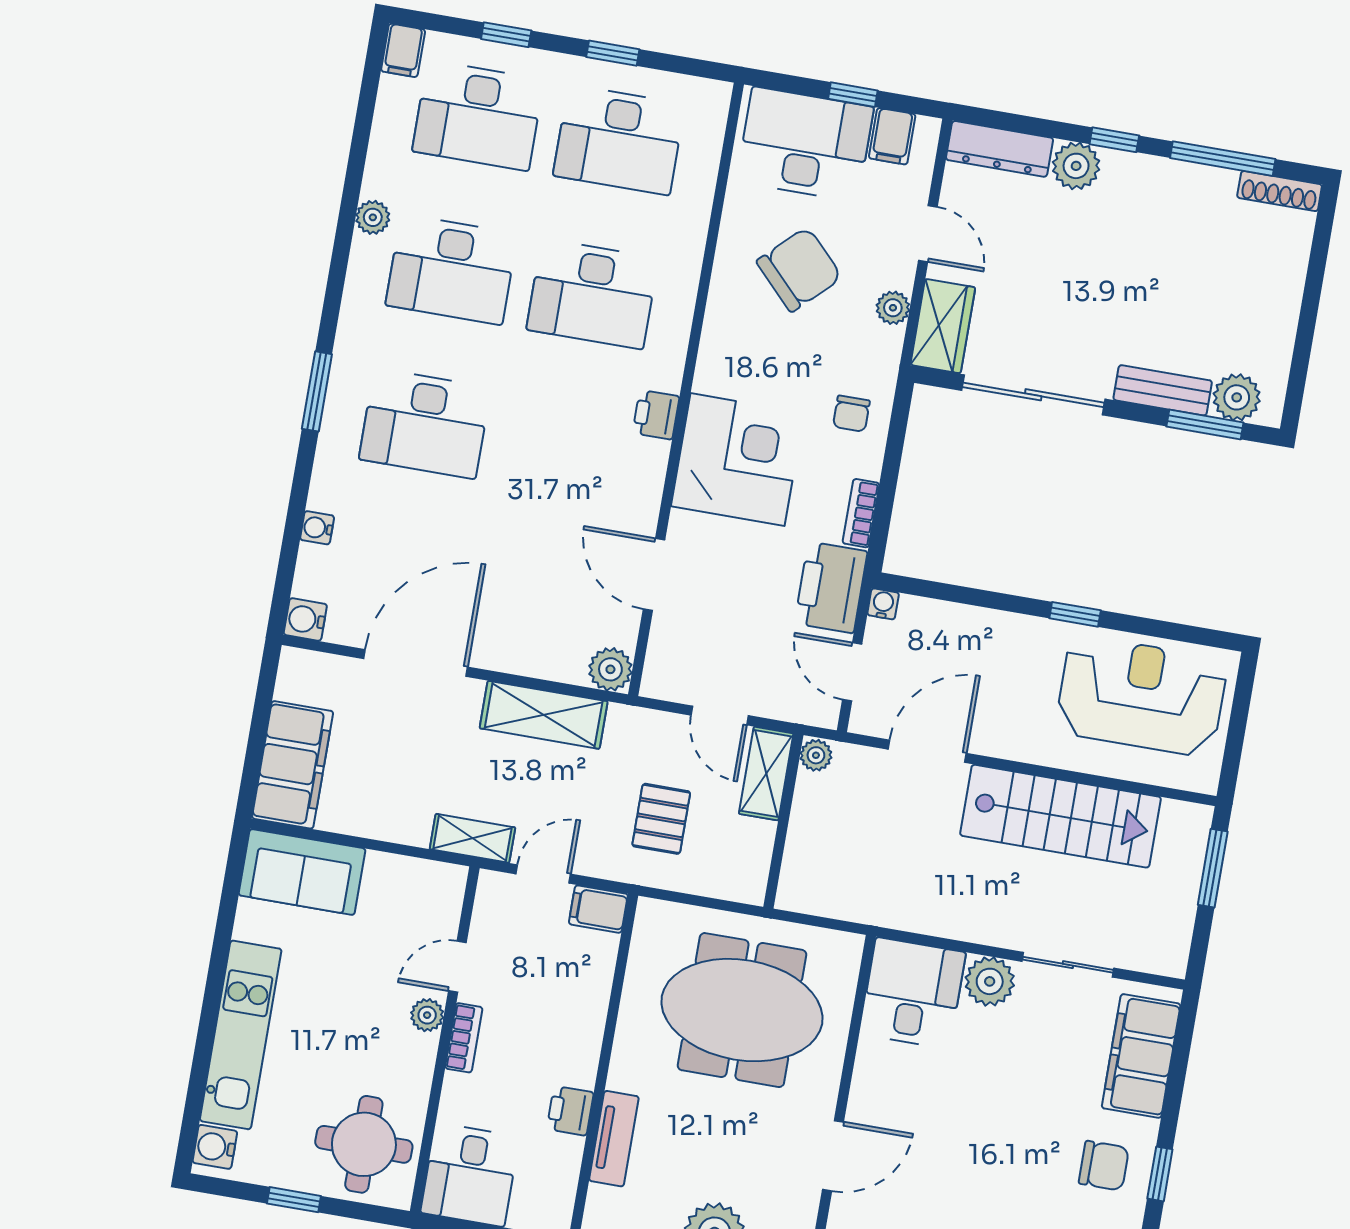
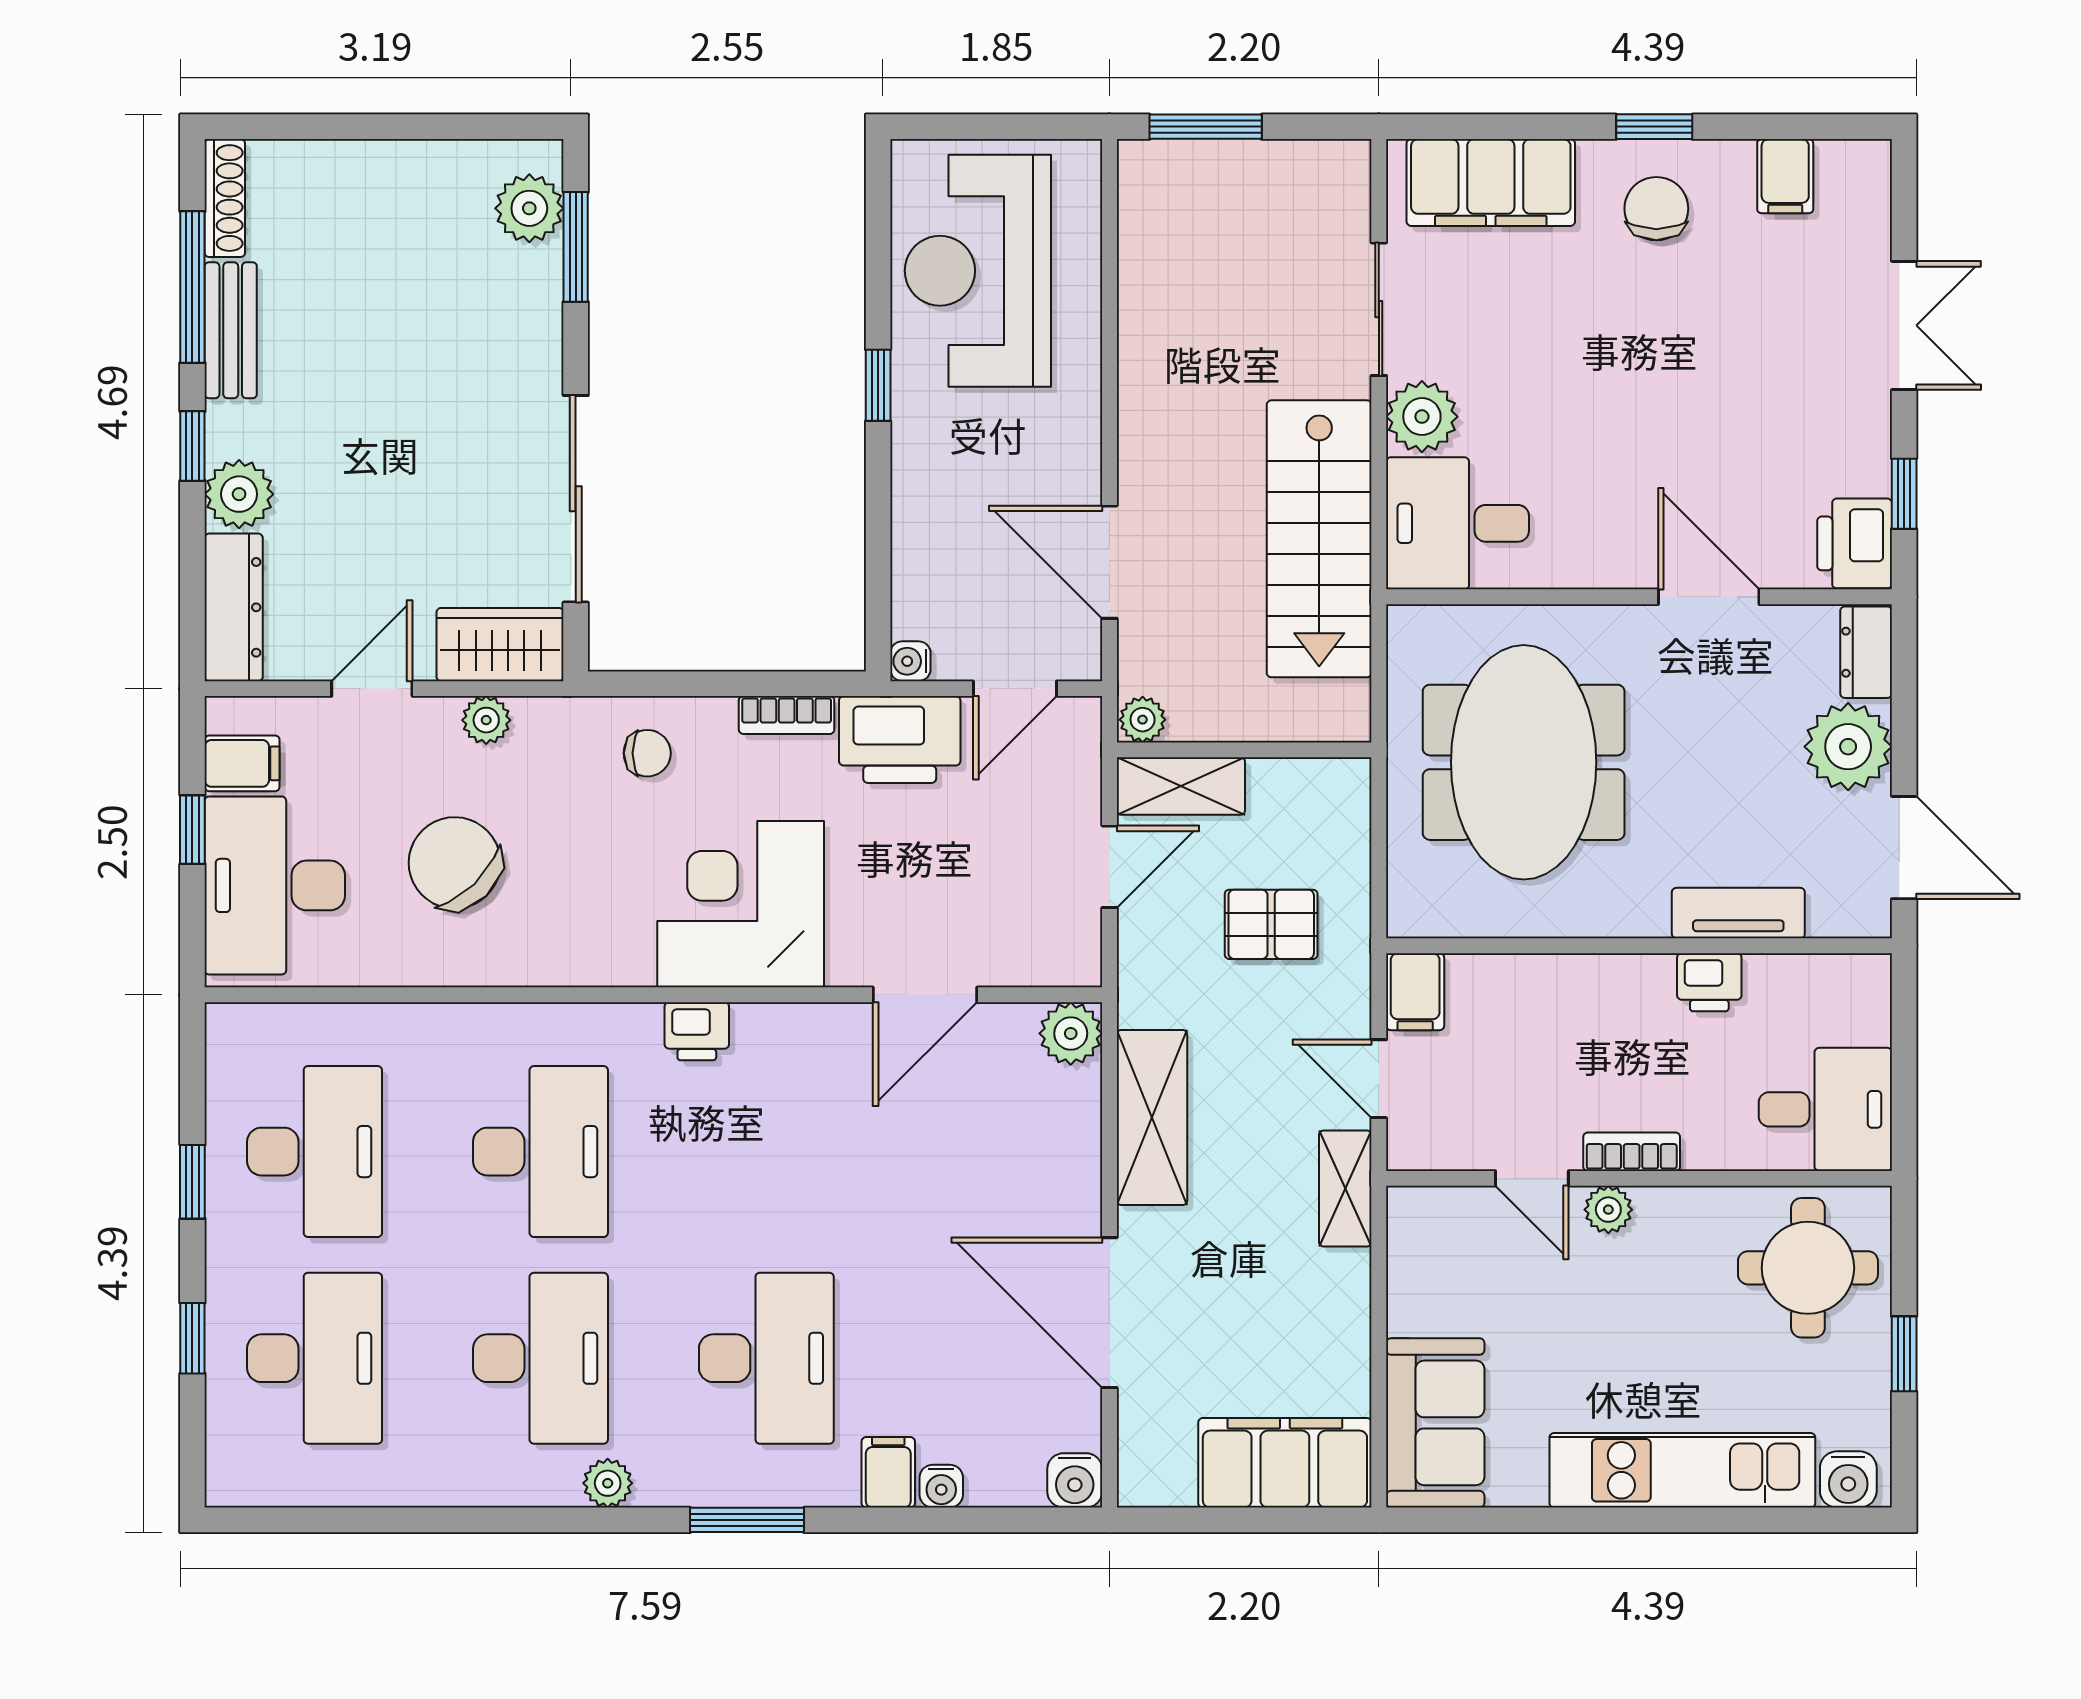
filing cabinet: (403, 50) -> (888, 1472), moved, turned -90
plant: (373, 217) -> (608, 1483), moved
bench: (1163, 390) -> (231, 330), moved
stairs: (1060, 816) -> (1319, 539), moved, turned 180

